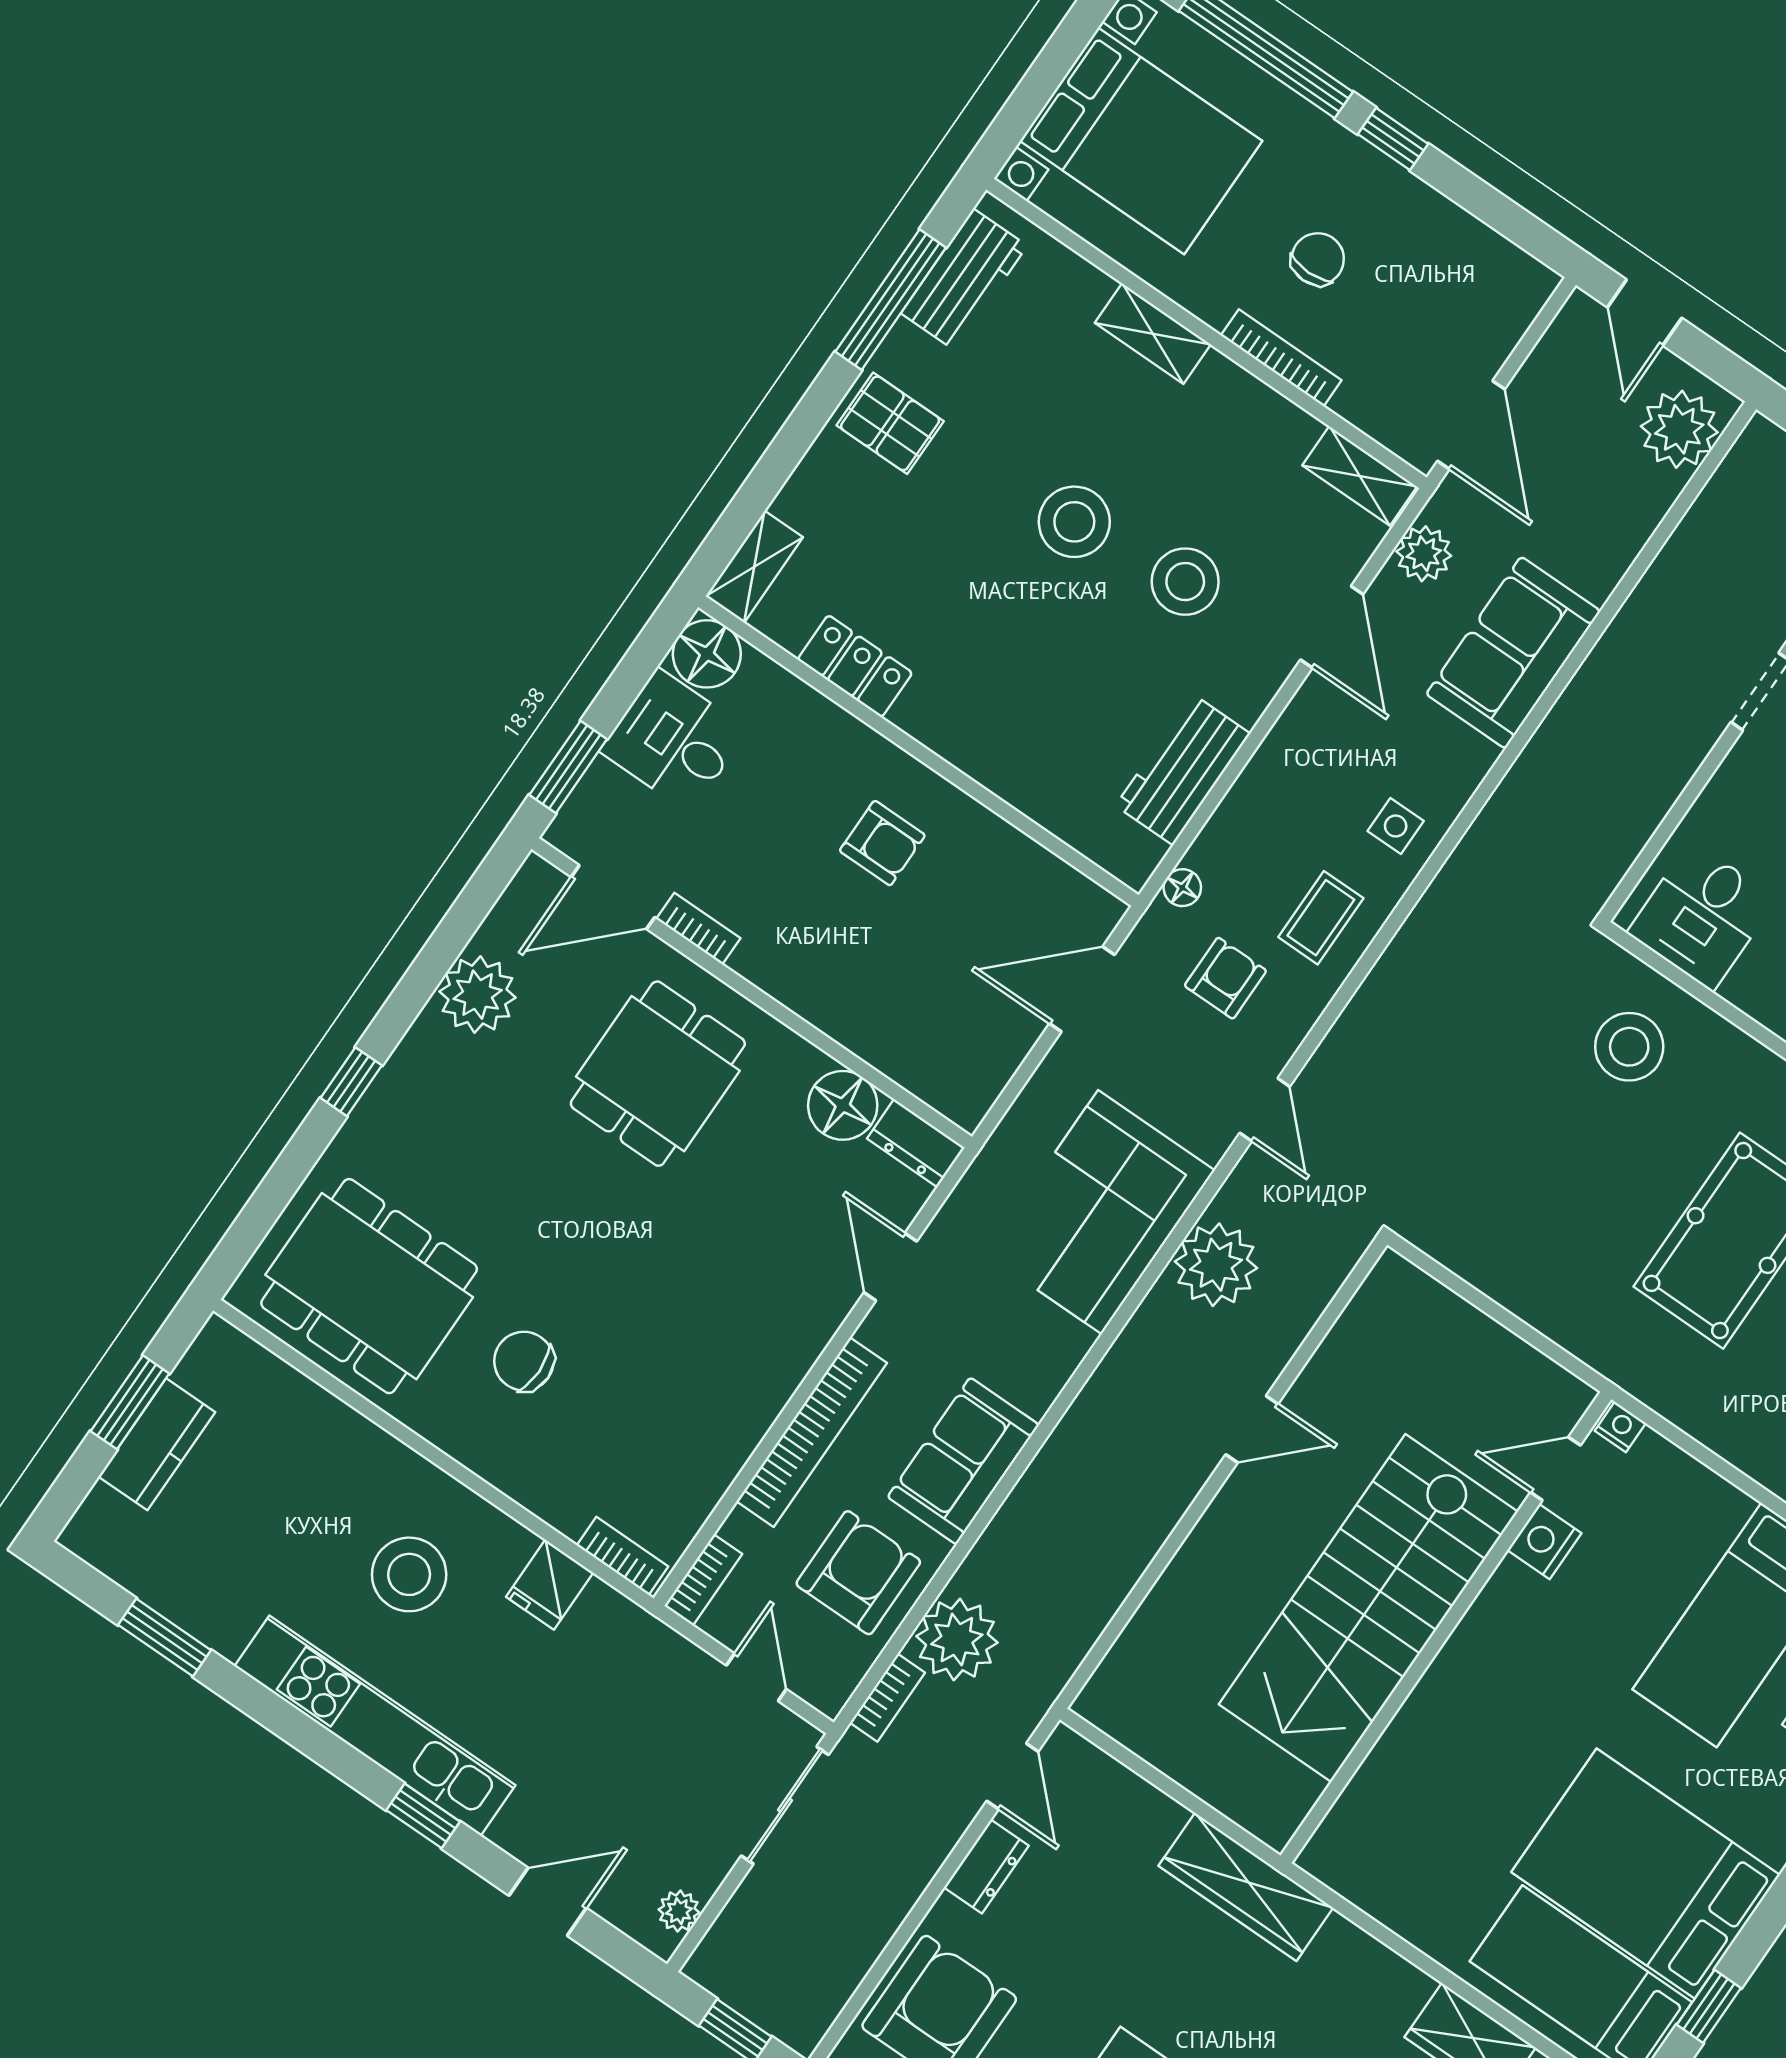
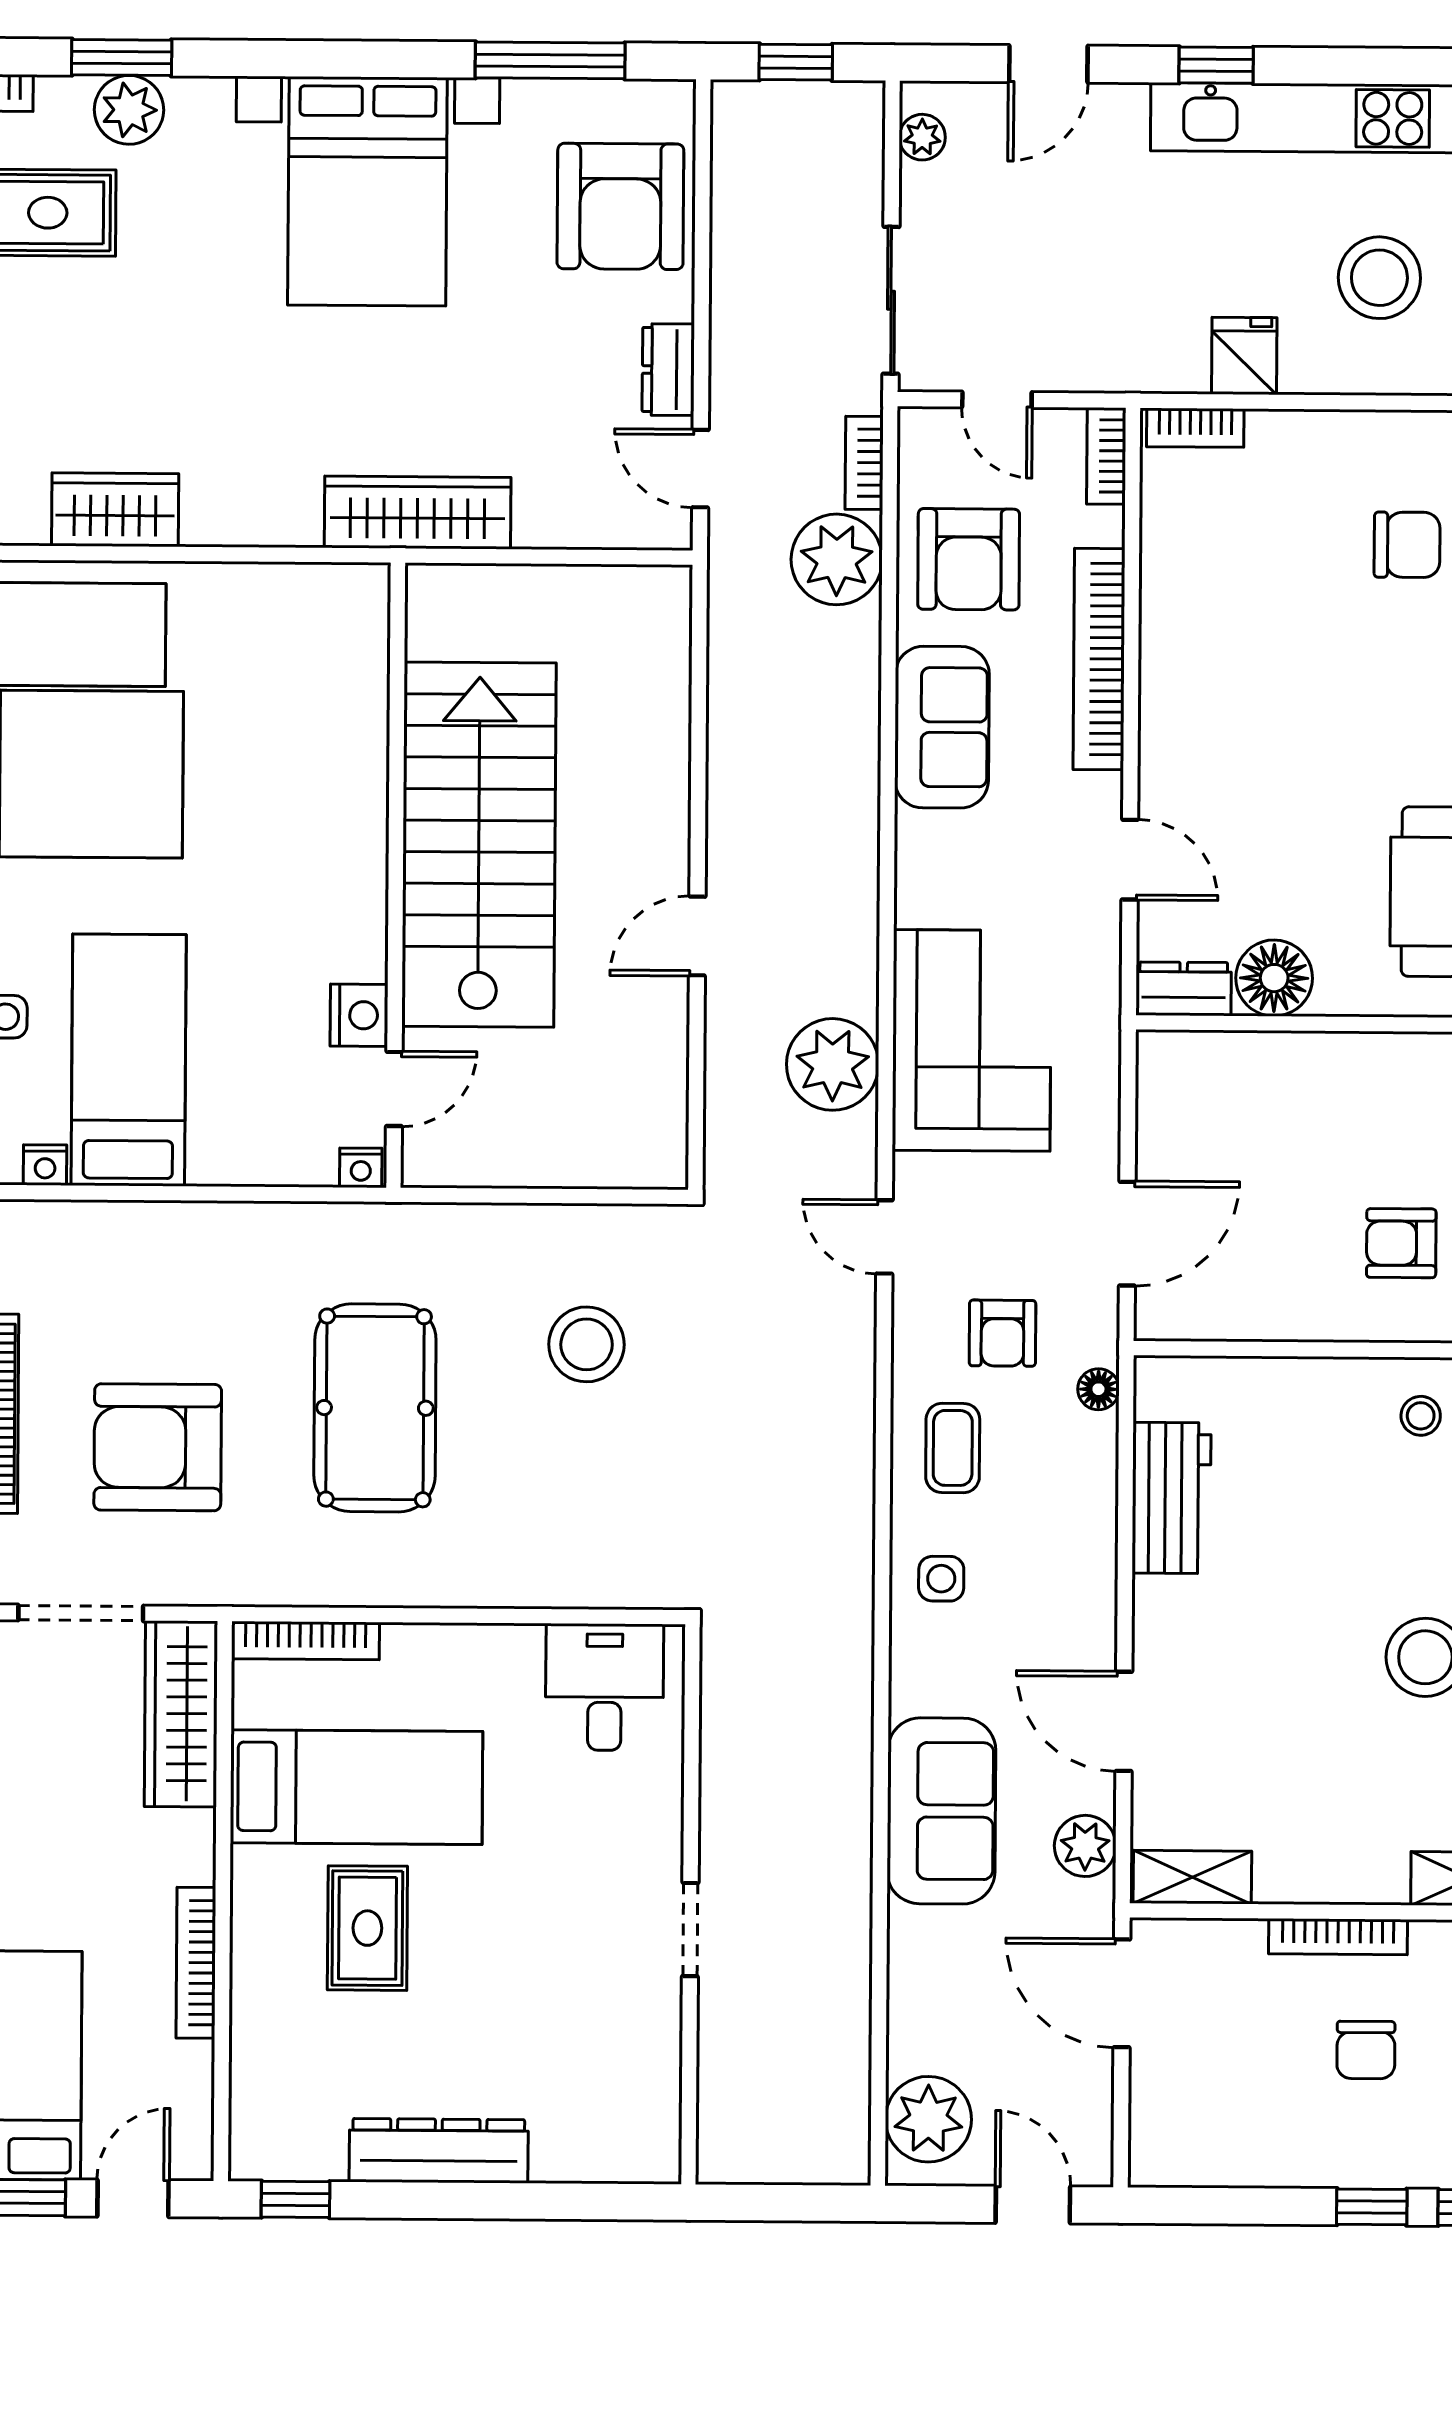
stool: (1185, 582) -> (1421, 1416), moved, width x0.53, depth x0.53
stool: (1629, 1047) -> (587, 1344), moved

